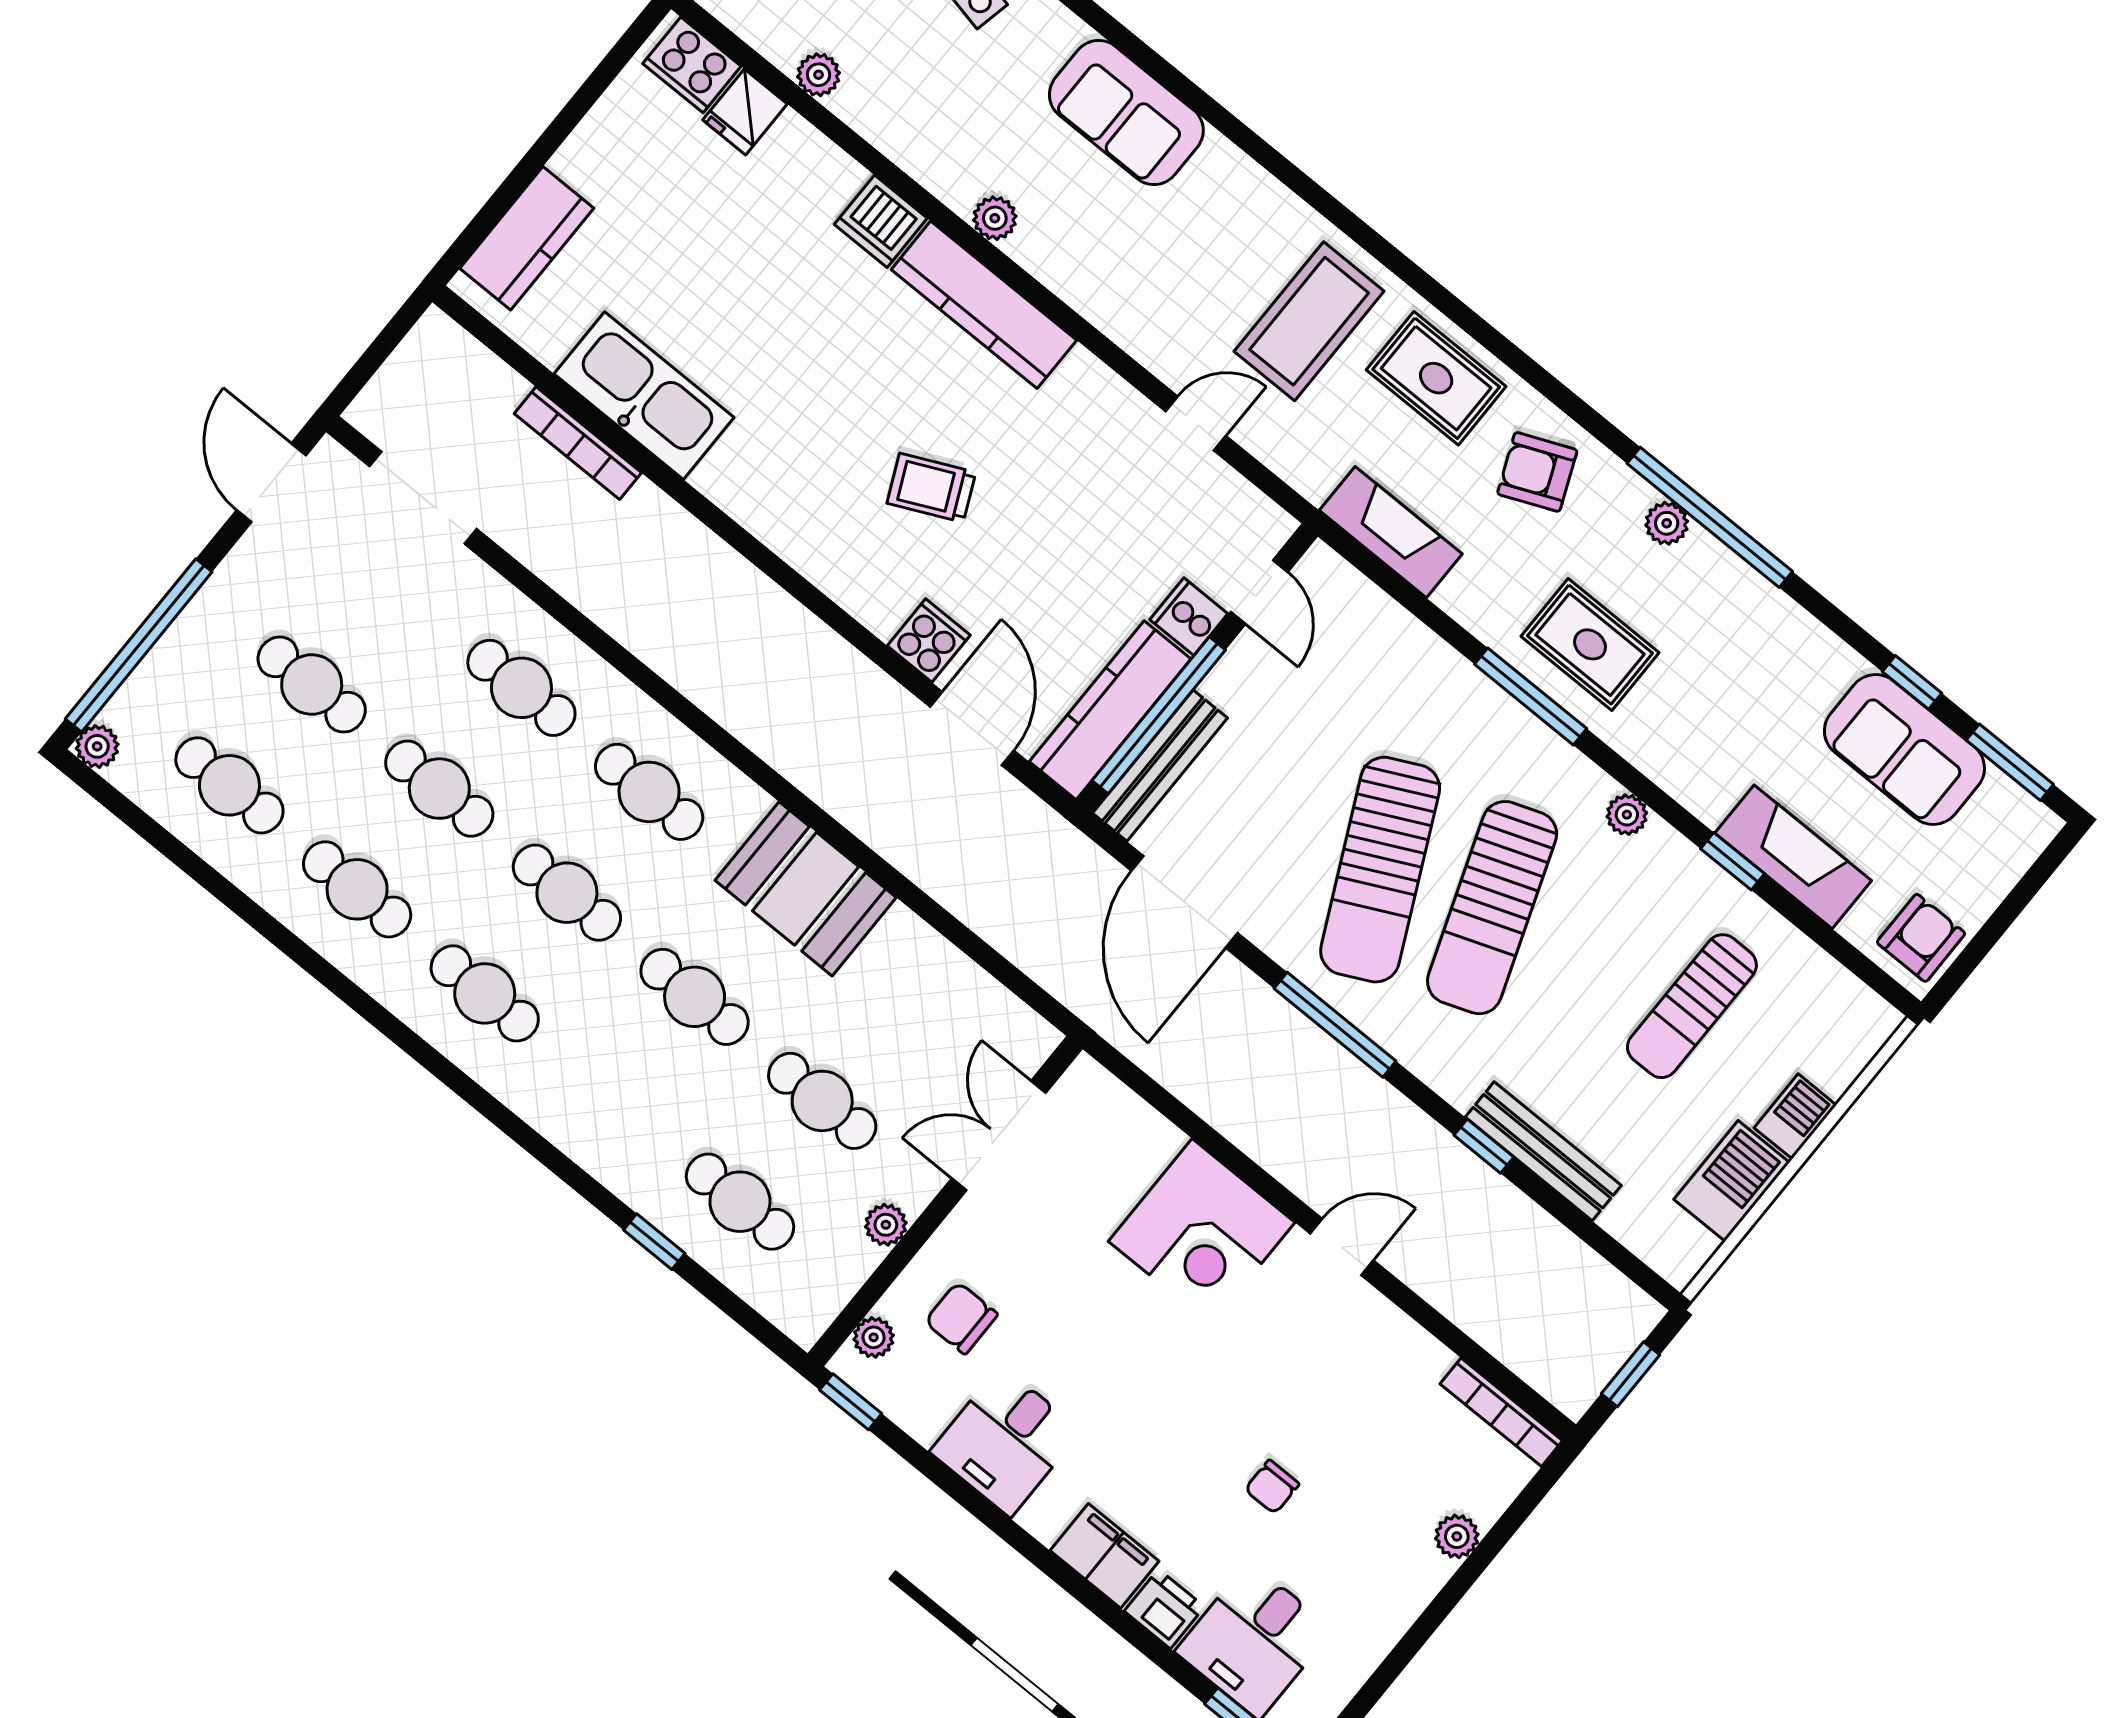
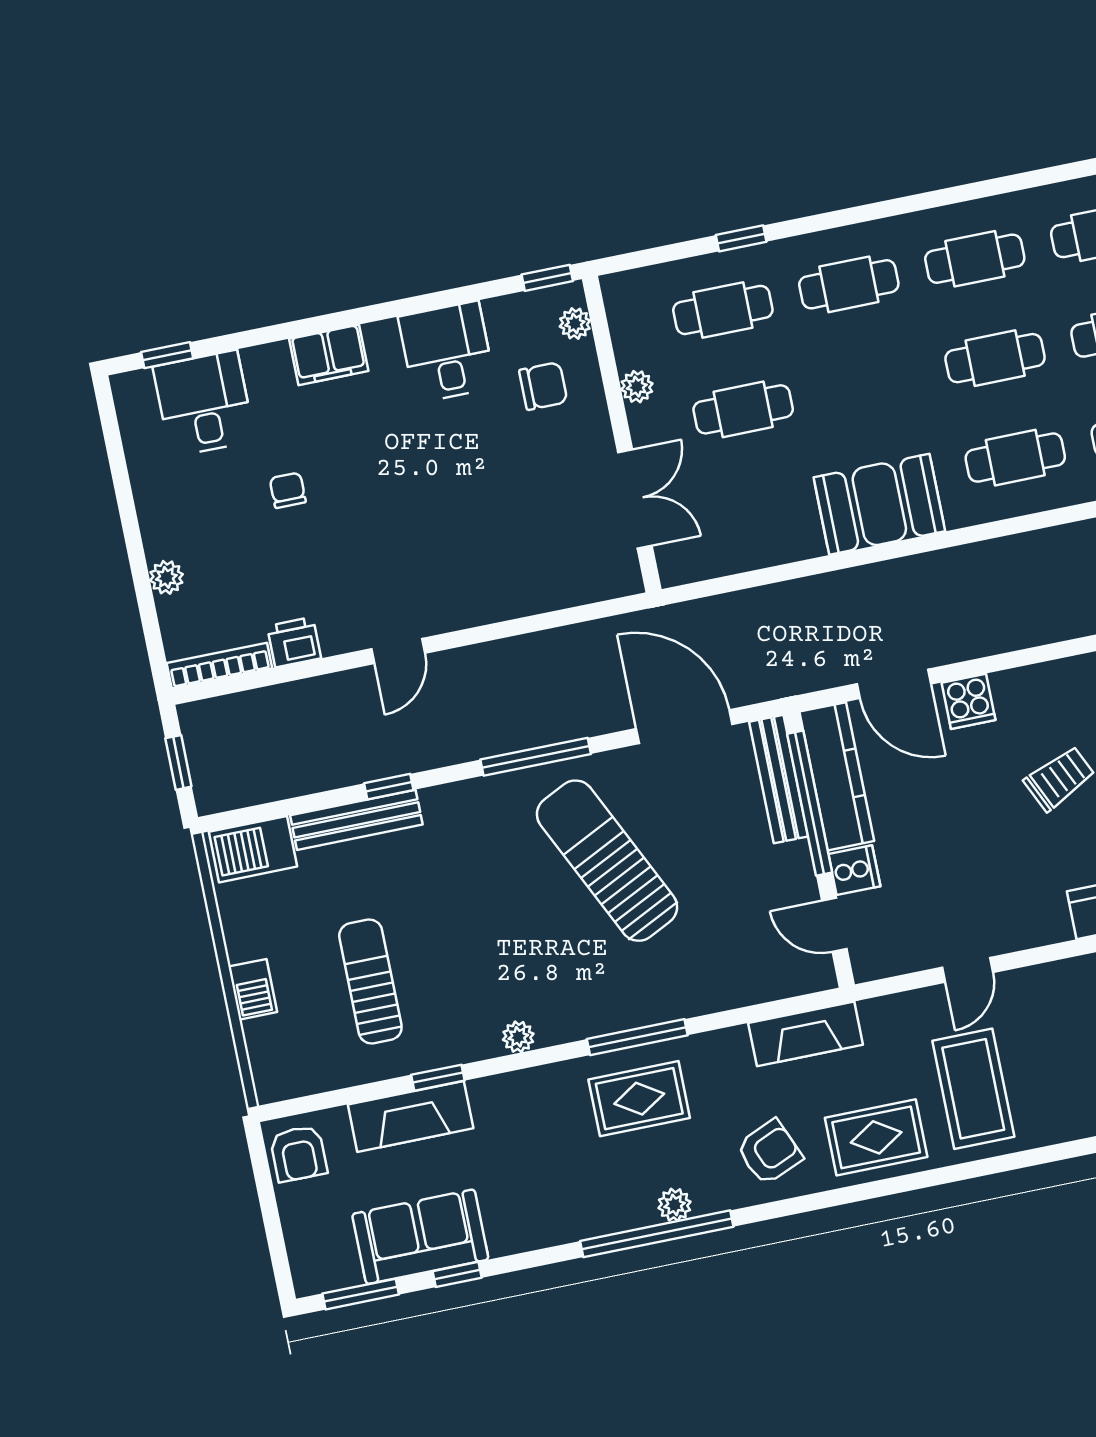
sun lounger: (1492, 908) -> (529, 909), removed
cafe table: (695, 997) -> (849, 284), moved
barbecue: (1732, 1181) -> (253, 849), moved, turned 90
corner desk: (1202, 1232) -> (476, 574), removed
printer: (1164, 1609) -> (294, 642), moved, turned 180

